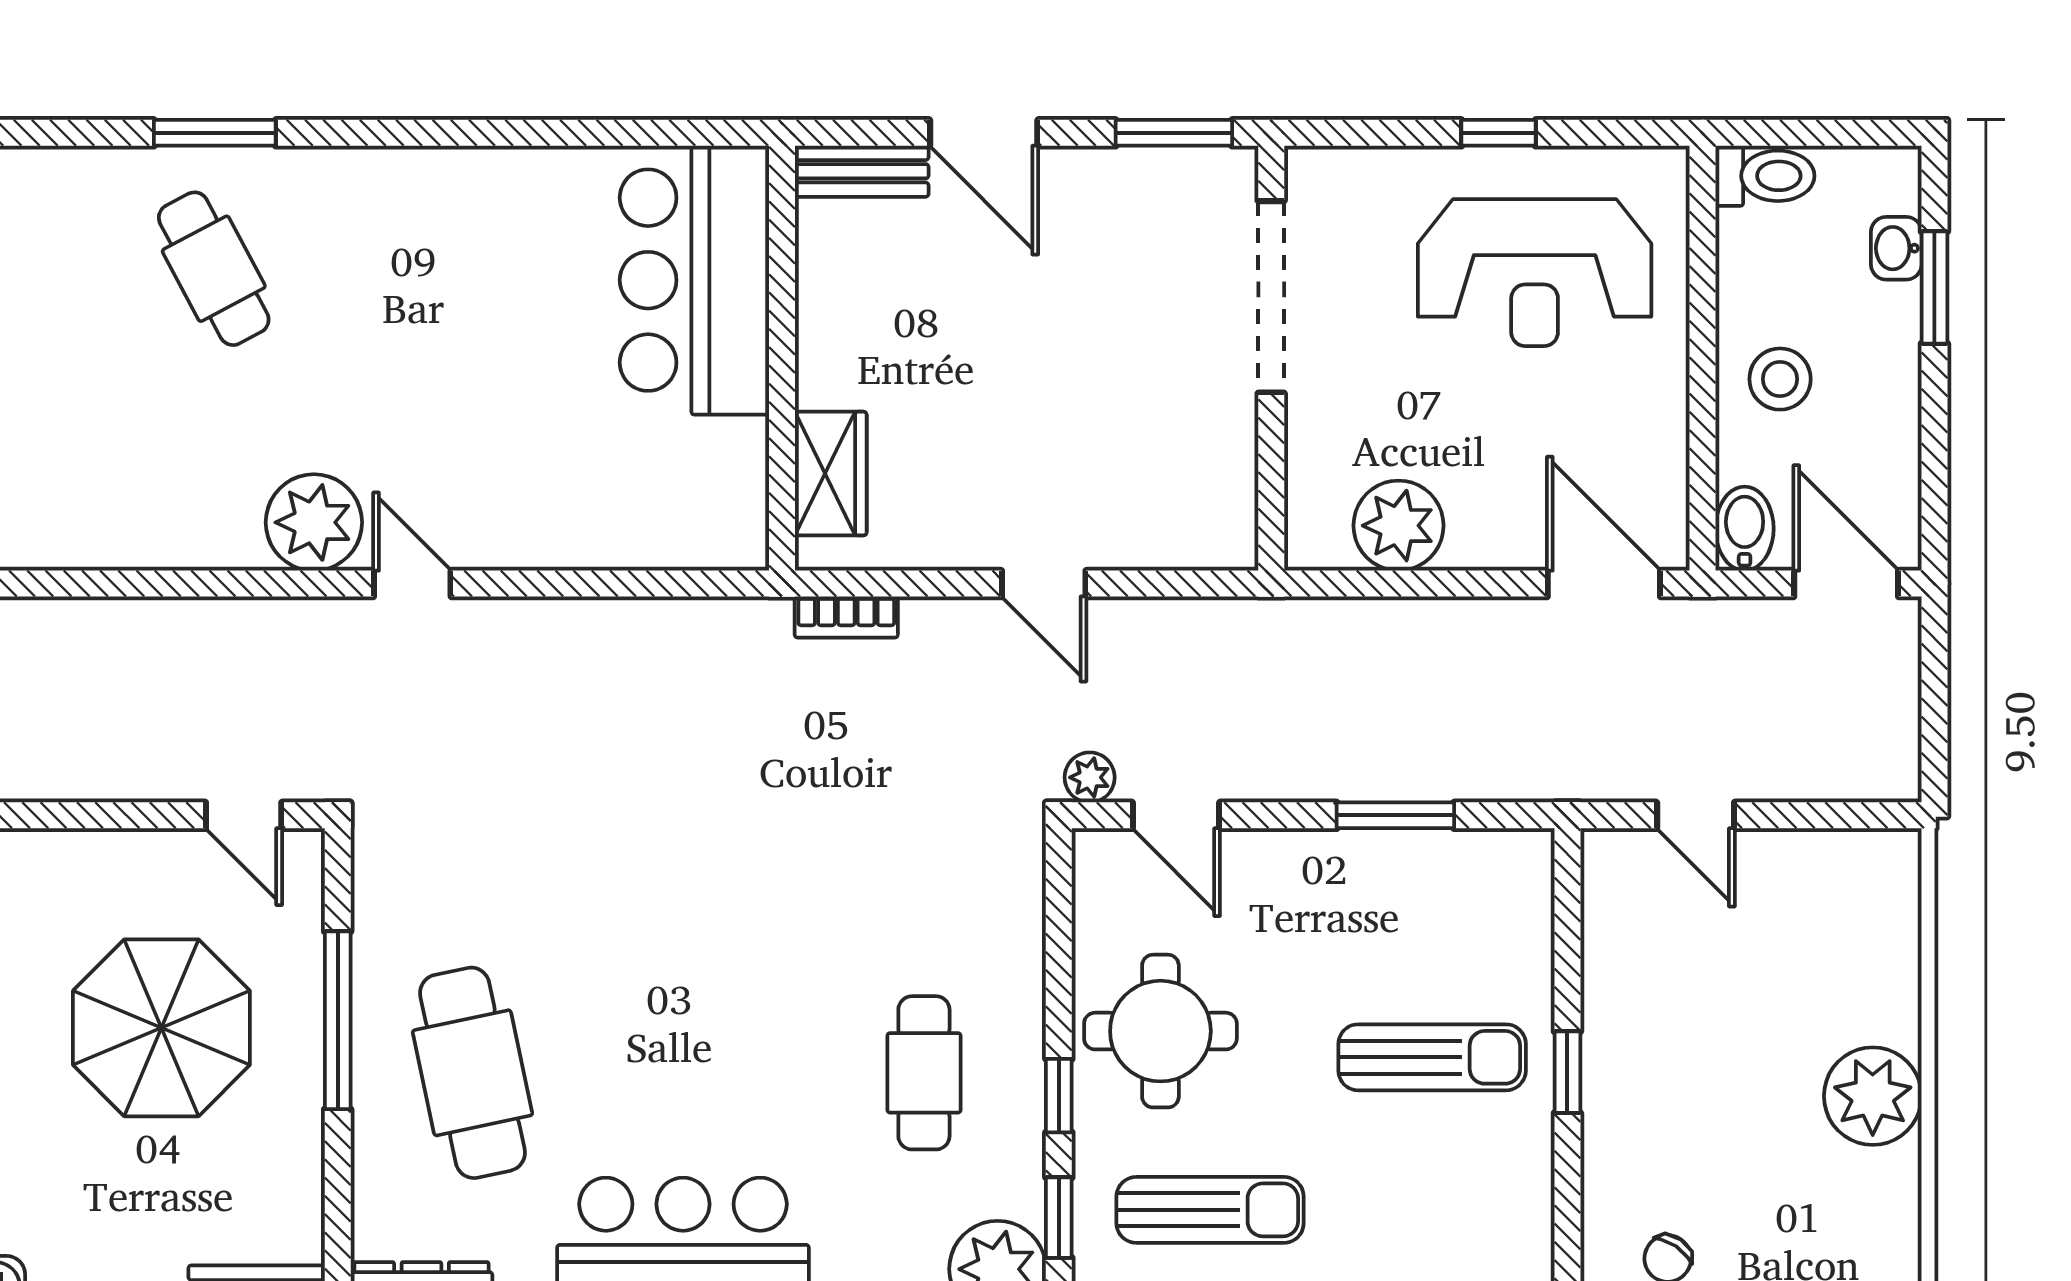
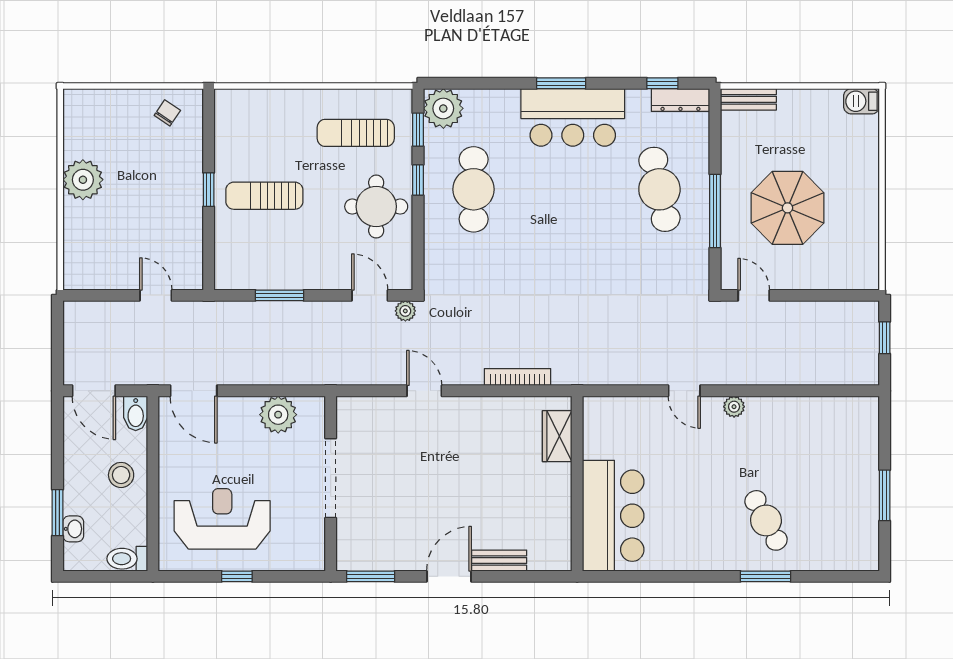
door: (984, 133) -> (449, 576), hinge flipped
bar counter: (694, 280) -> (613, 516), moved
doorway: (1271, 297) -> (331, 478), moved
wall: (782, 358) -> (577, 484), moved
wardrobe: (831, 474) -> (557, 436), moved
plant: (314, 522) -> (734, 407), width x0.53, depth x0.53
bookcase: (846, 617) -> (517, 377), width x1.56
cafe table: (924, 1073) -> (474, 189), width x1.37, depth x1.35

